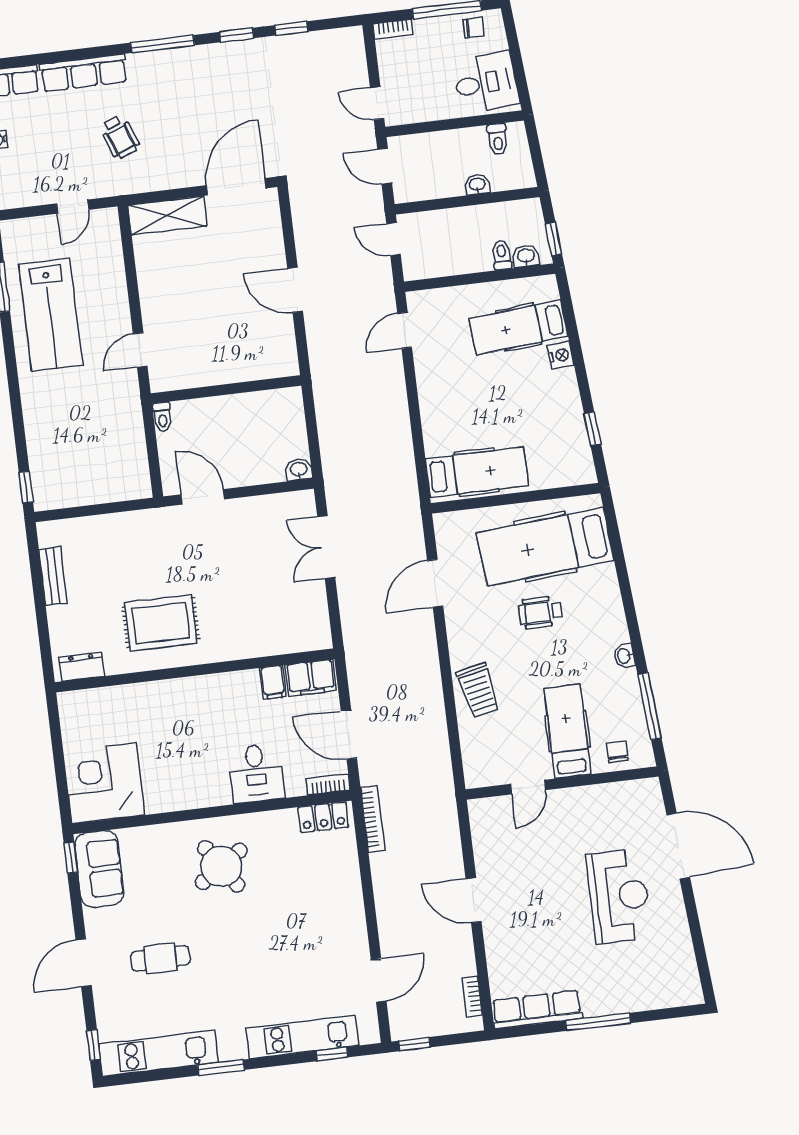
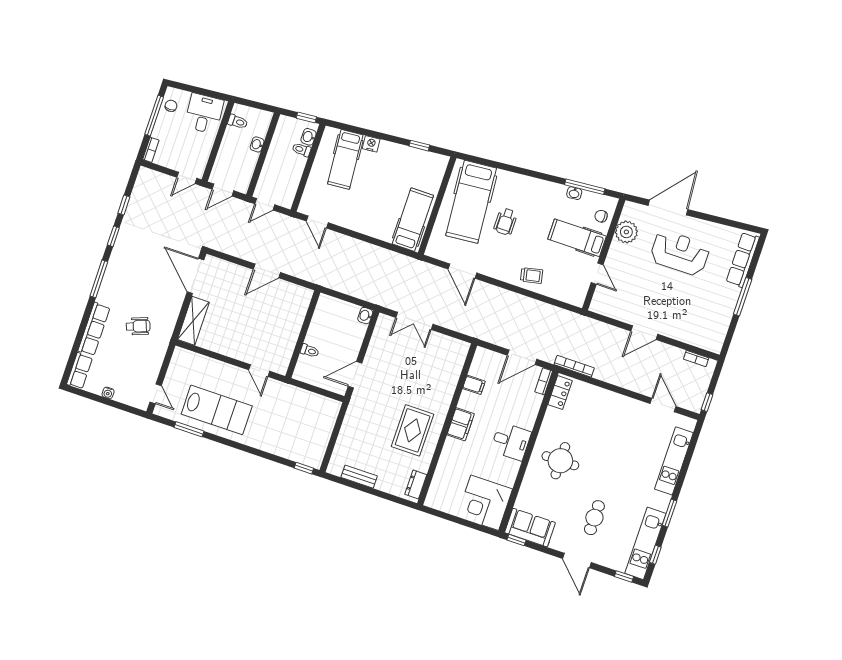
door: (73, 207) -> (156, 394), moved
toilet: (162, 417) -> (310, 351), moved
washbasin: (624, 656) -> (574, 193), moved
filing cabinet: (311, 678) -> (461, 424), moved
trolley: (478, 690) -> (532, 275), width x0.73, depth x0.72
desk: (256, 773) -> (511, 441), moved
plant: (612, 801) -> (626, 232), added
round table: (221, 866) -> (560, 461), turned 34
row of seats: (537, 1009) -> (743, 260), moved
window: (332, 1054) -> (655, 555), moved

